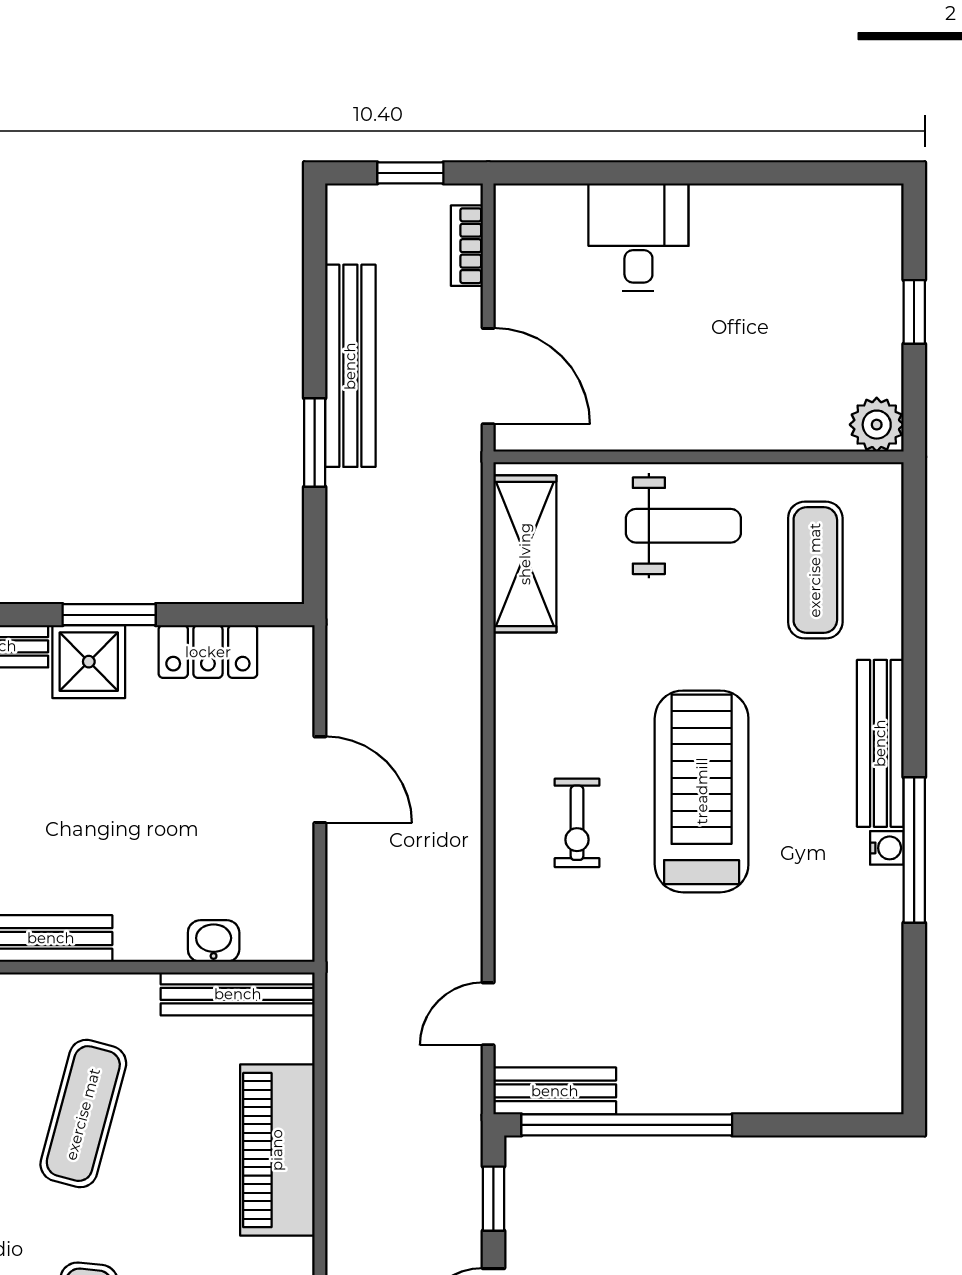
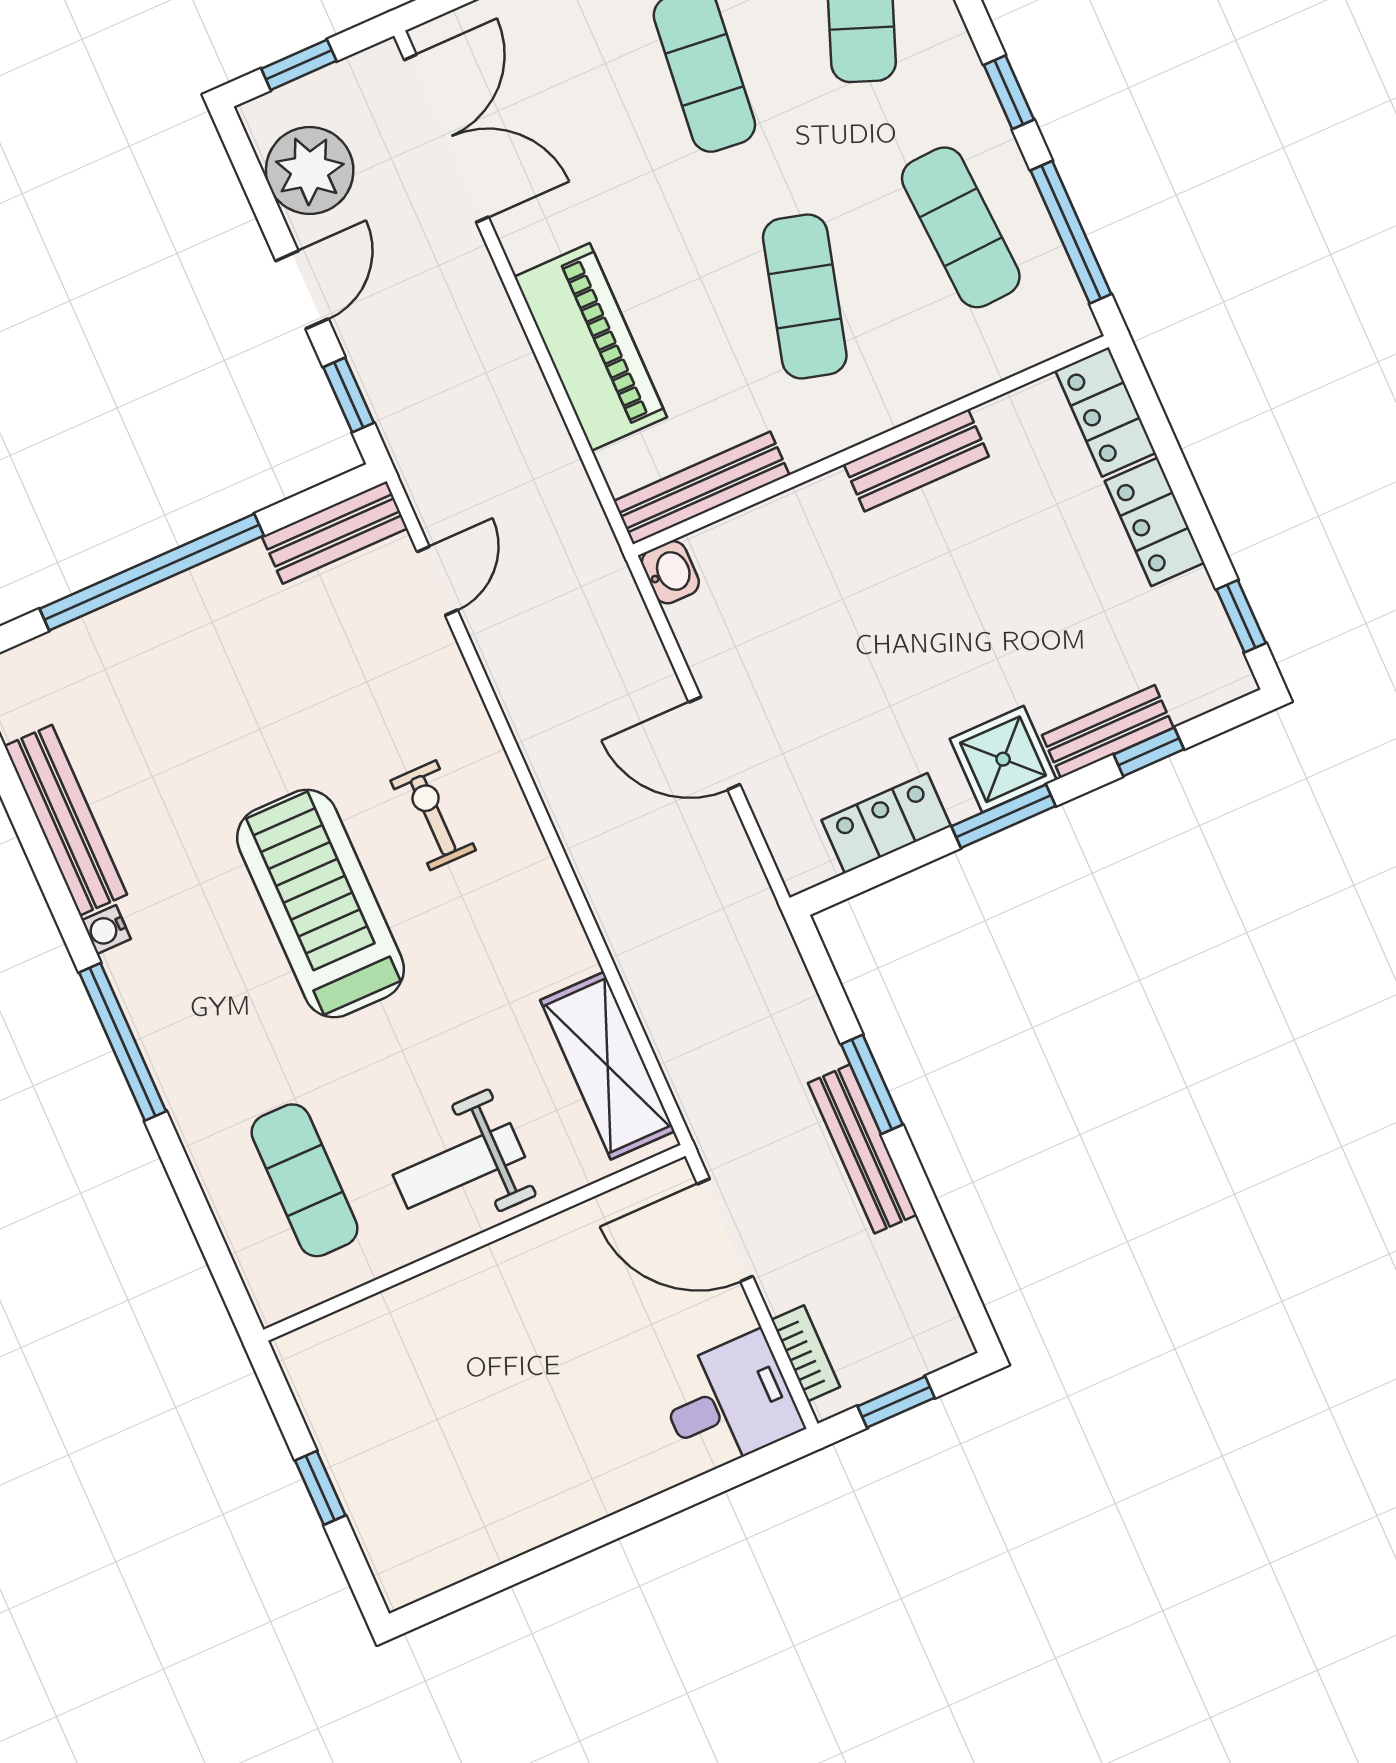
desk: (638, 237) -> (729, 1402), moved, turned -90
bench: (350, 366) -> (862, 1149), width x0.73, depth x0.82
plant: (877, 425) -> (308, 1356), removed
bench: (880, 743) -> (66, 820), moved
treadmill: (702, 791) -> (320, 904), turned 180
window: (914, 850) -> (123, 1042), moved
washbasin: (214, 941) -> (670, 572), moved, turned -90
window: (627, 1125) -> (152, 572), moved

